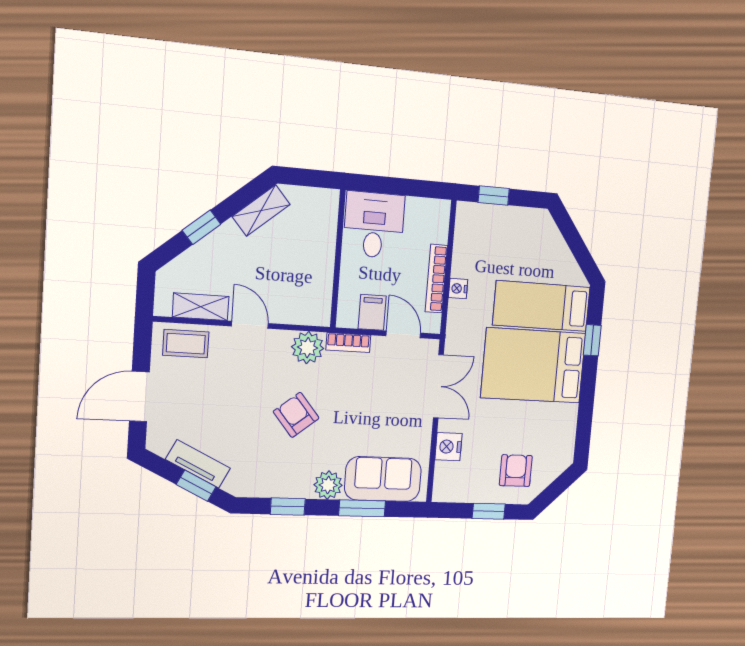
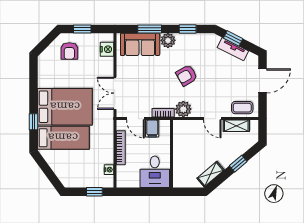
nightstand: (458, 289) -> (109, 170), moved
armchair: (296, 415) -> (187, 75), turned 99
nightstand: (448, 447) -> (107, 49), moved

